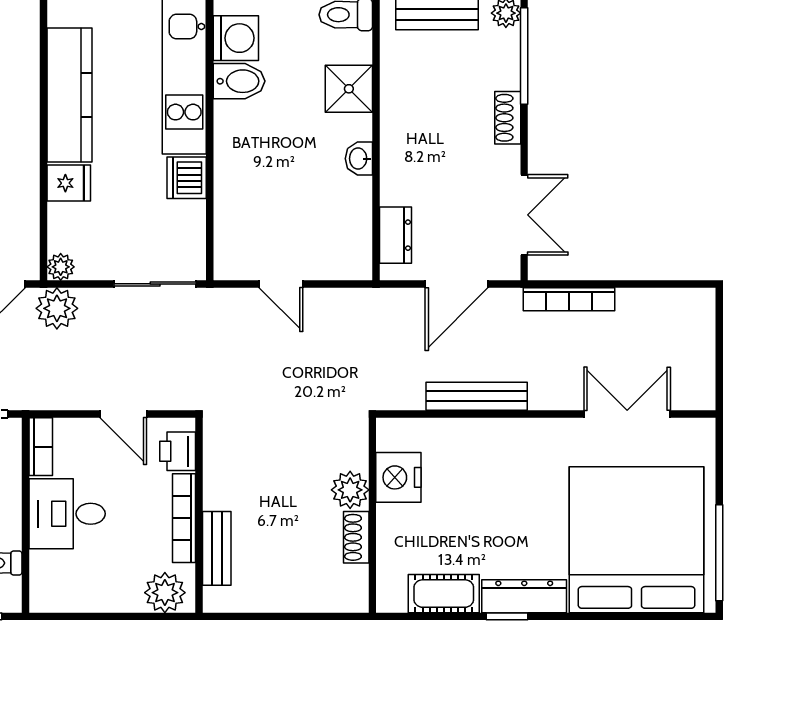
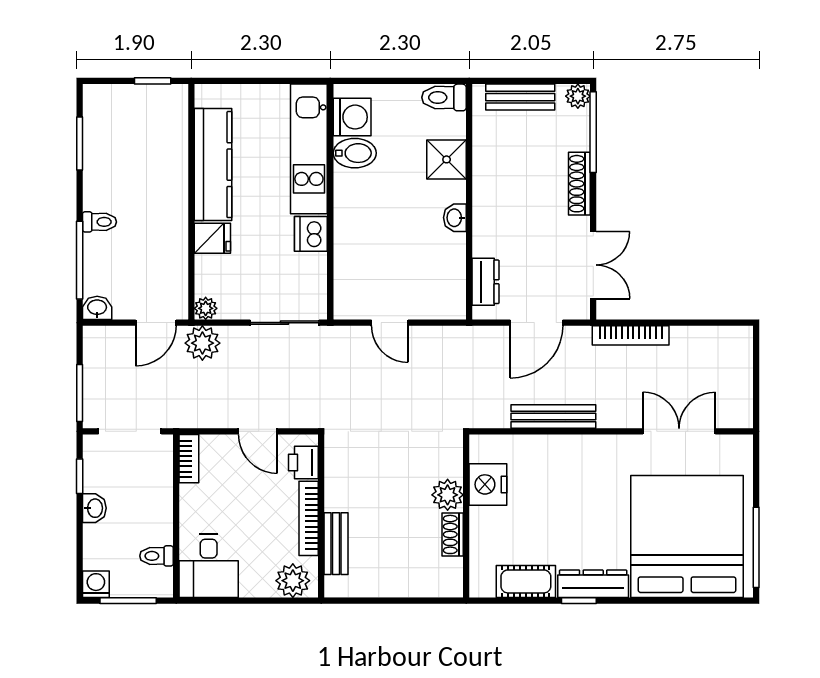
shoe rack: (508, 118) -> (579, 184), width x1.43
desk: (67, 514) -> (209, 566), moved, turned -90

